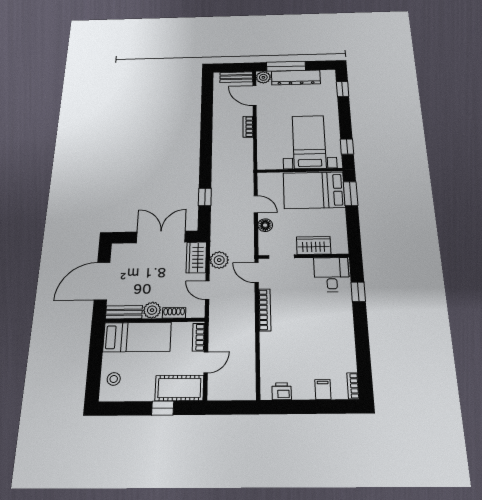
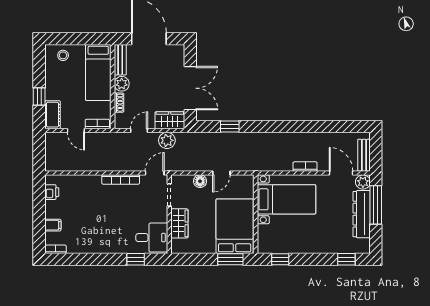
door: (254, 96) -> (341, 173), hinge flipped
bed with nightstands: (309, 142) -> (287, 199), moved
cot: (179, 388) -> (53, 115), width x0.73, depth x0.75

